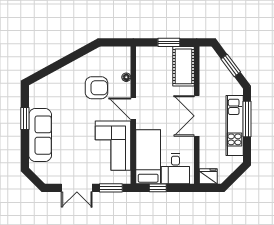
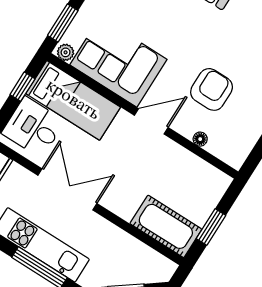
armchair: (96, 88) -> (212, 89), turned 180
double door: (197, 116) -> (67, 189), moved
plant: (125, 177) -> (66, 52), added

